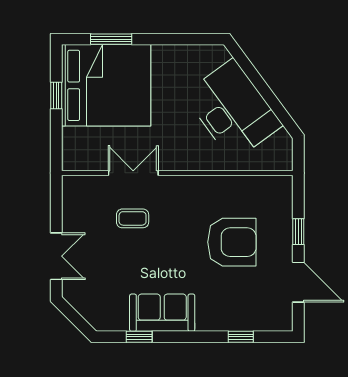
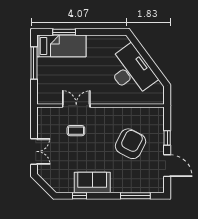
bed: (106, 85) -> (61, 46), width x0.49
window: (56, 95) -> (34, 63), width x2.17
armchair: (232, 242) -> (131, 144), turned -63
window: (241, 337) -> (135, 196), width x2.17

